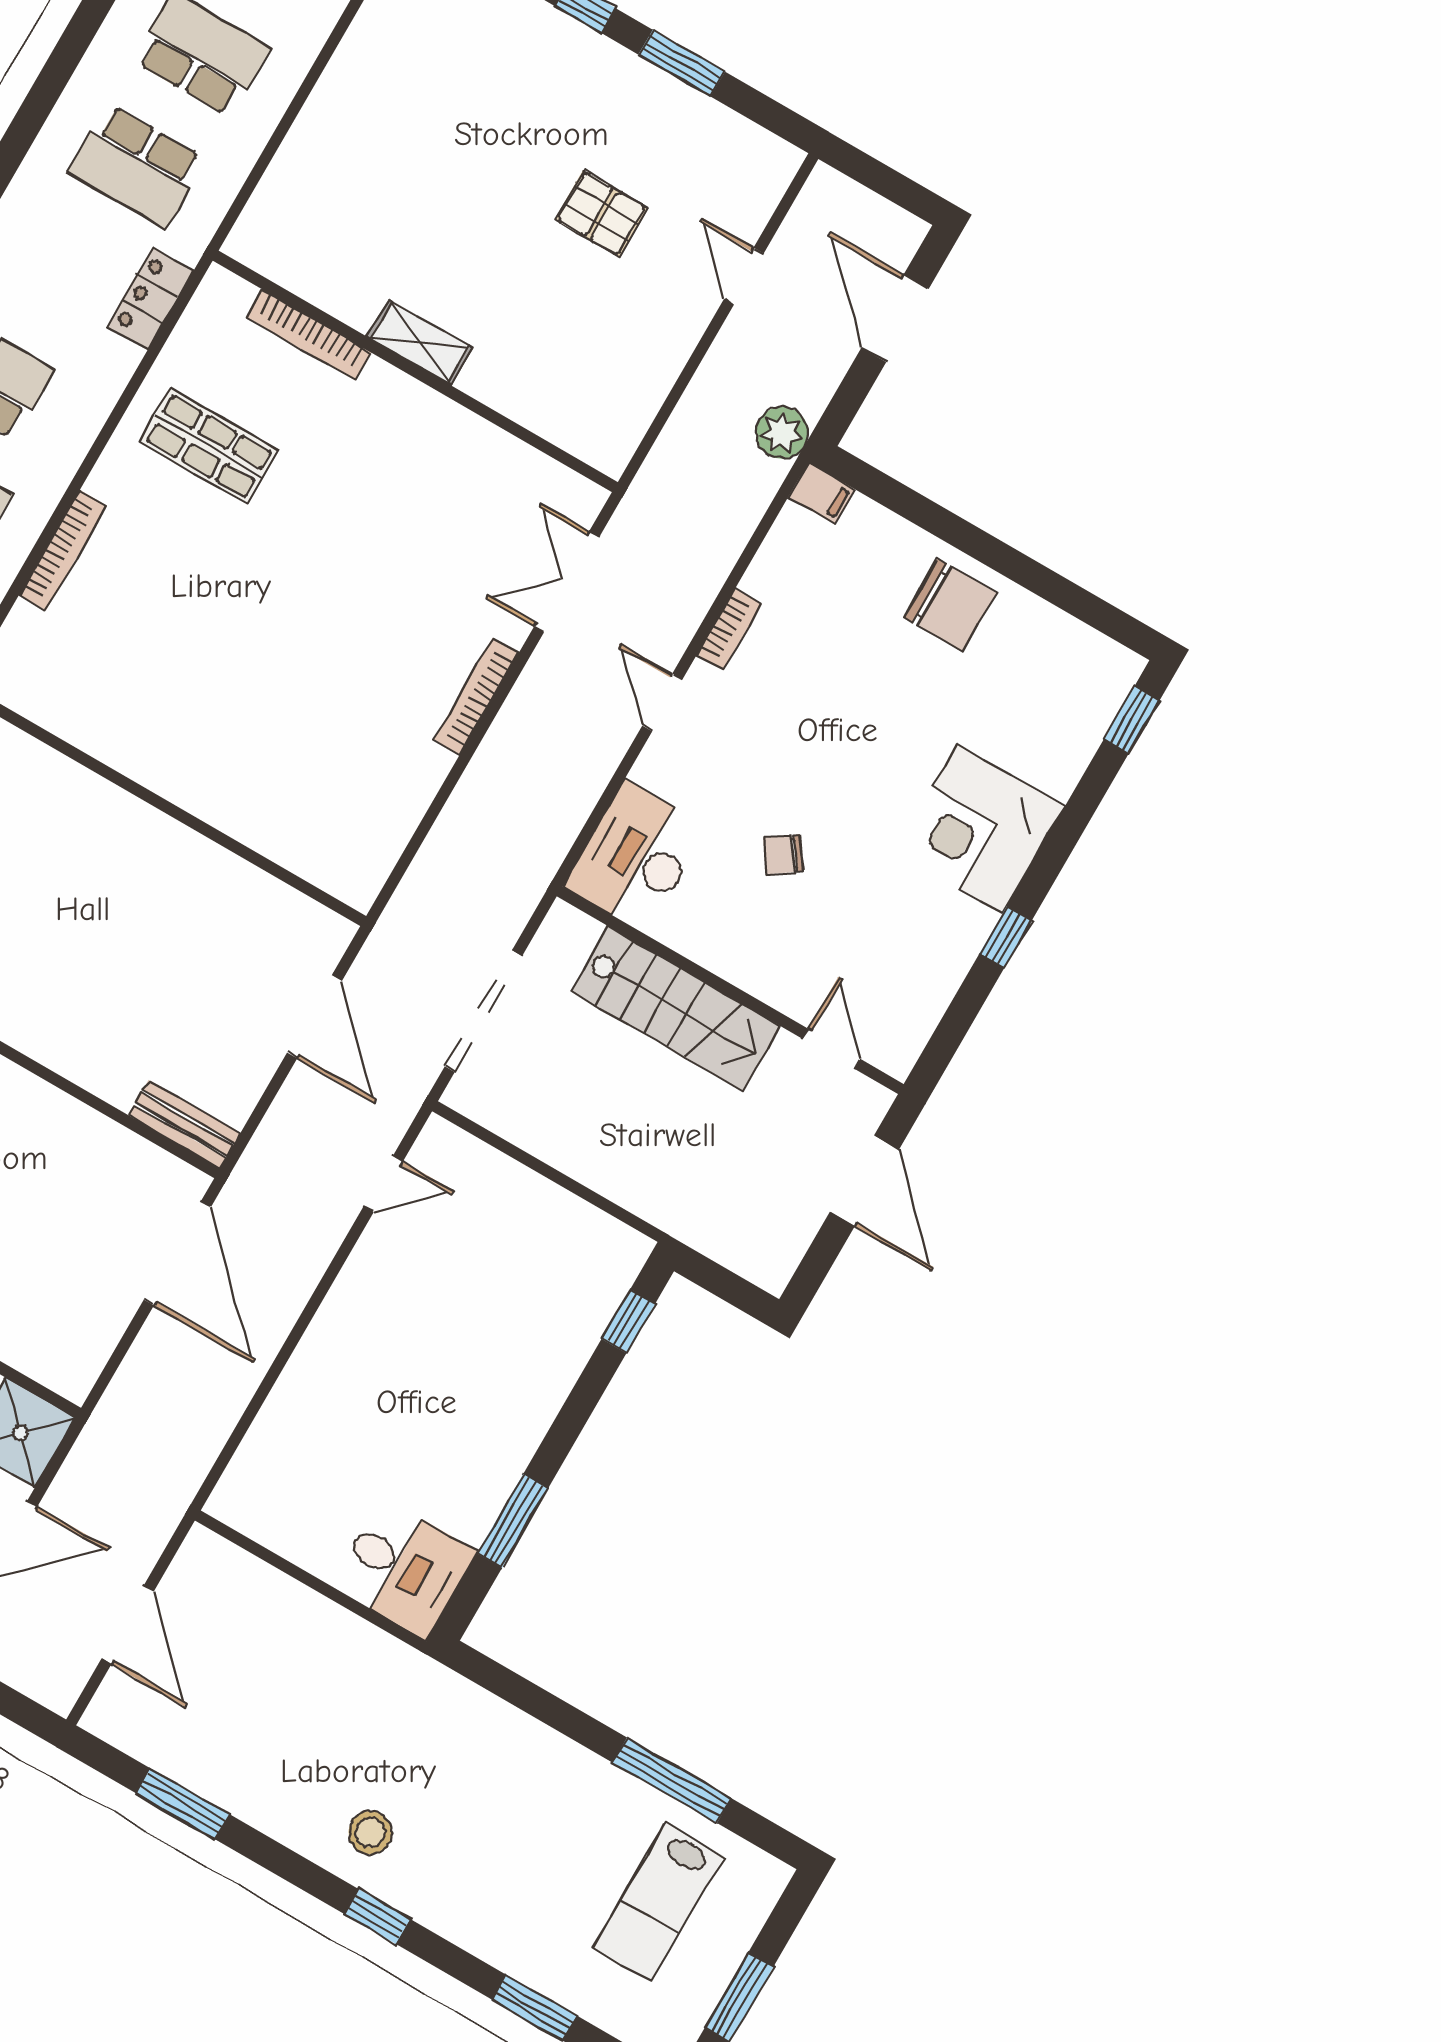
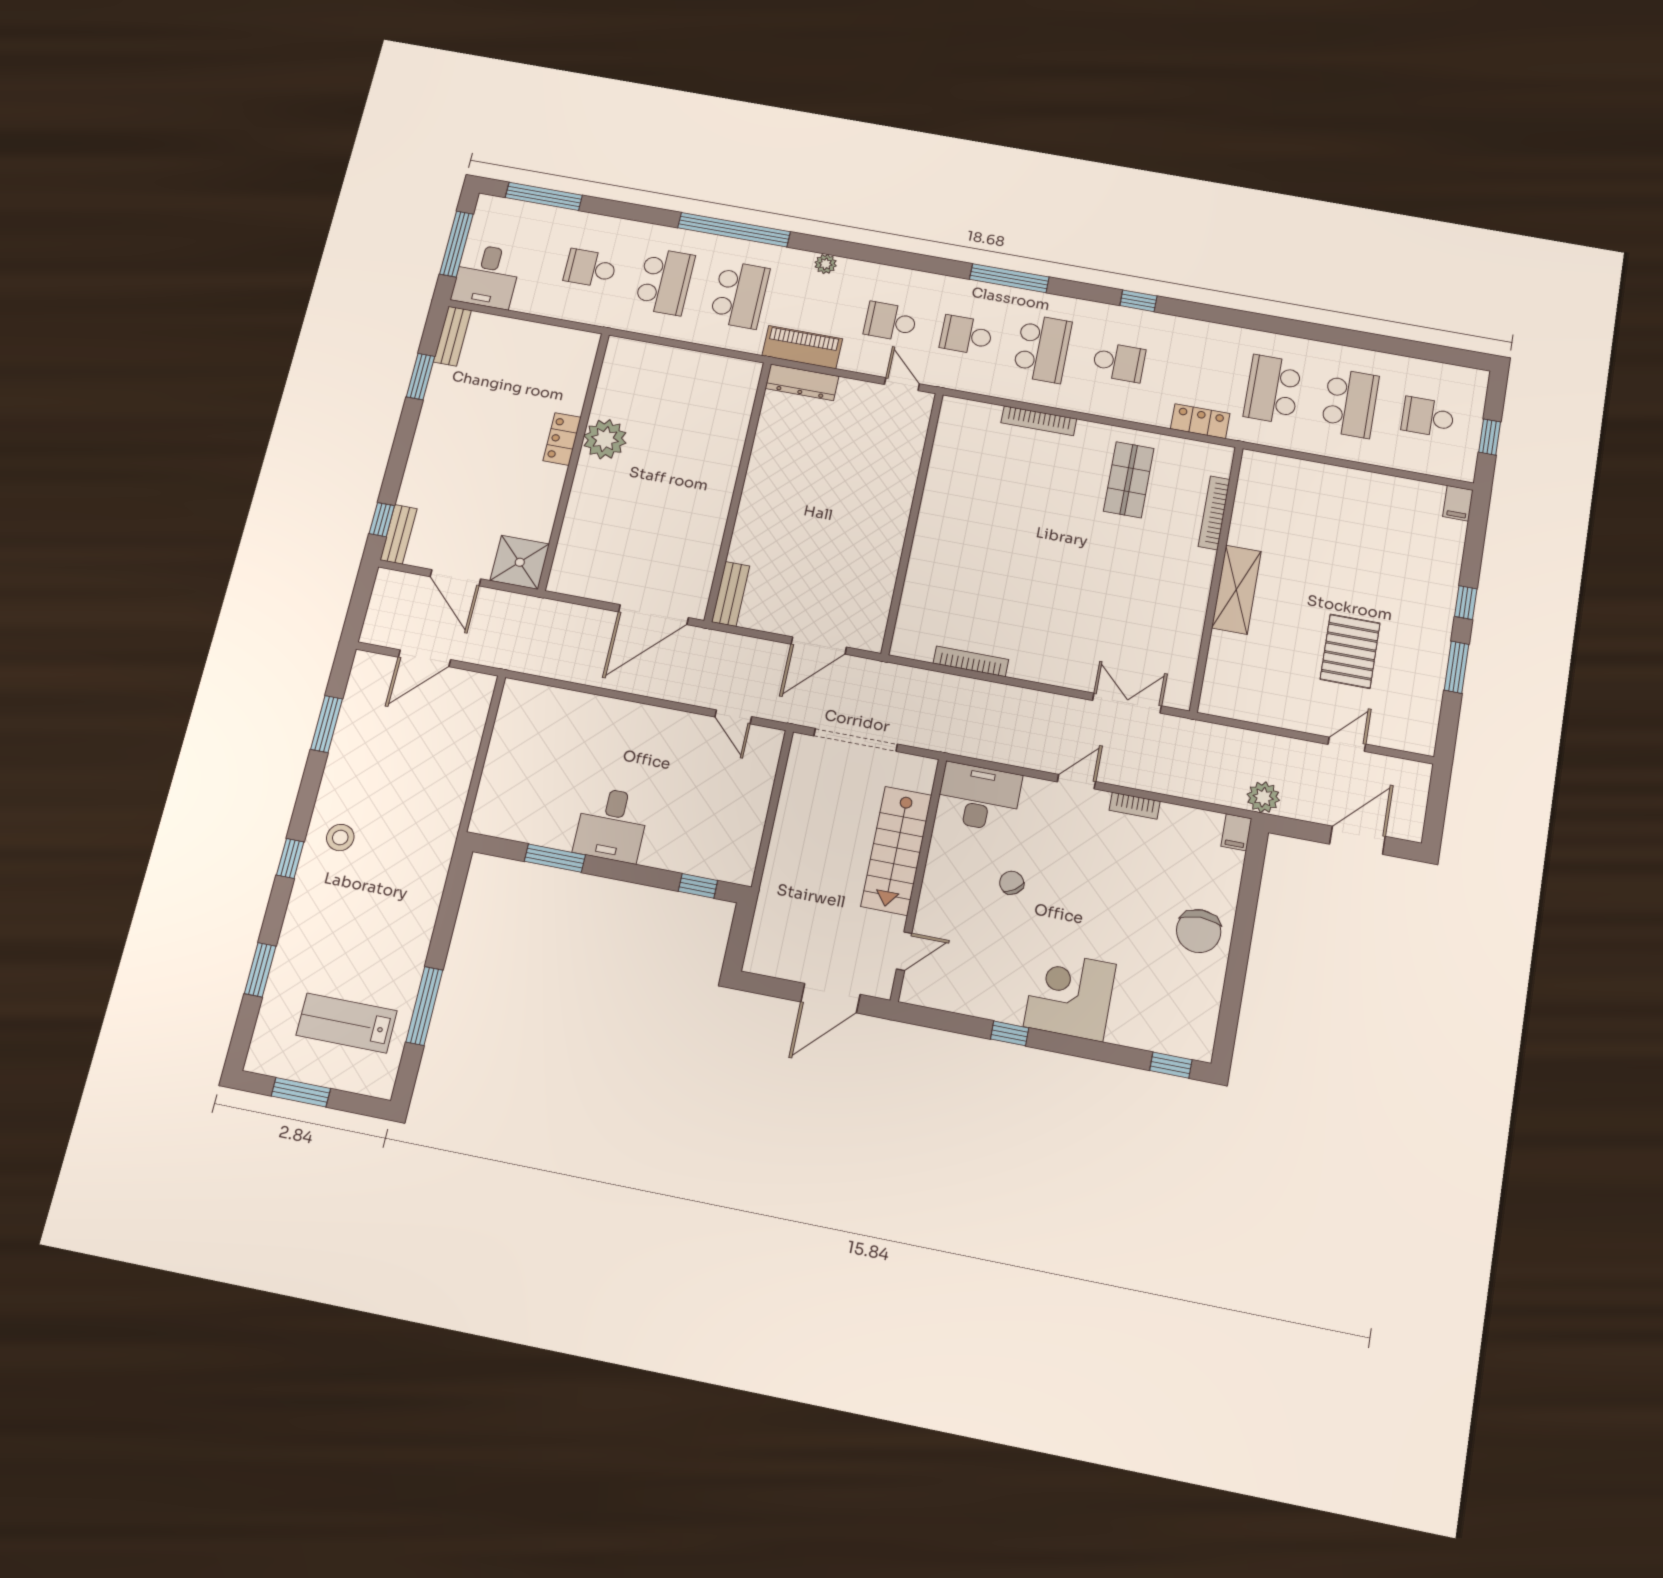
pallet: (601, 214) -> (1350, 651), width x1.50, depth x1.42
shelving: (420, 342) -> (1236, 590), width x1.50, depth x1.33
bookcase: (476, 696) -> (971, 661), moved
desk: (404, 1568) -> (612, 825), moved

